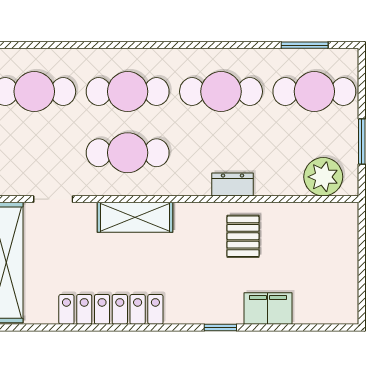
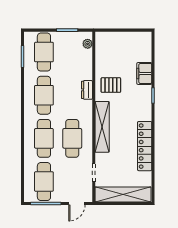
plant: (323, 177) -> (88, 44), width x0.53, depth x0.53
shelving: (135, 217) -> (102, 127), width x1.47

